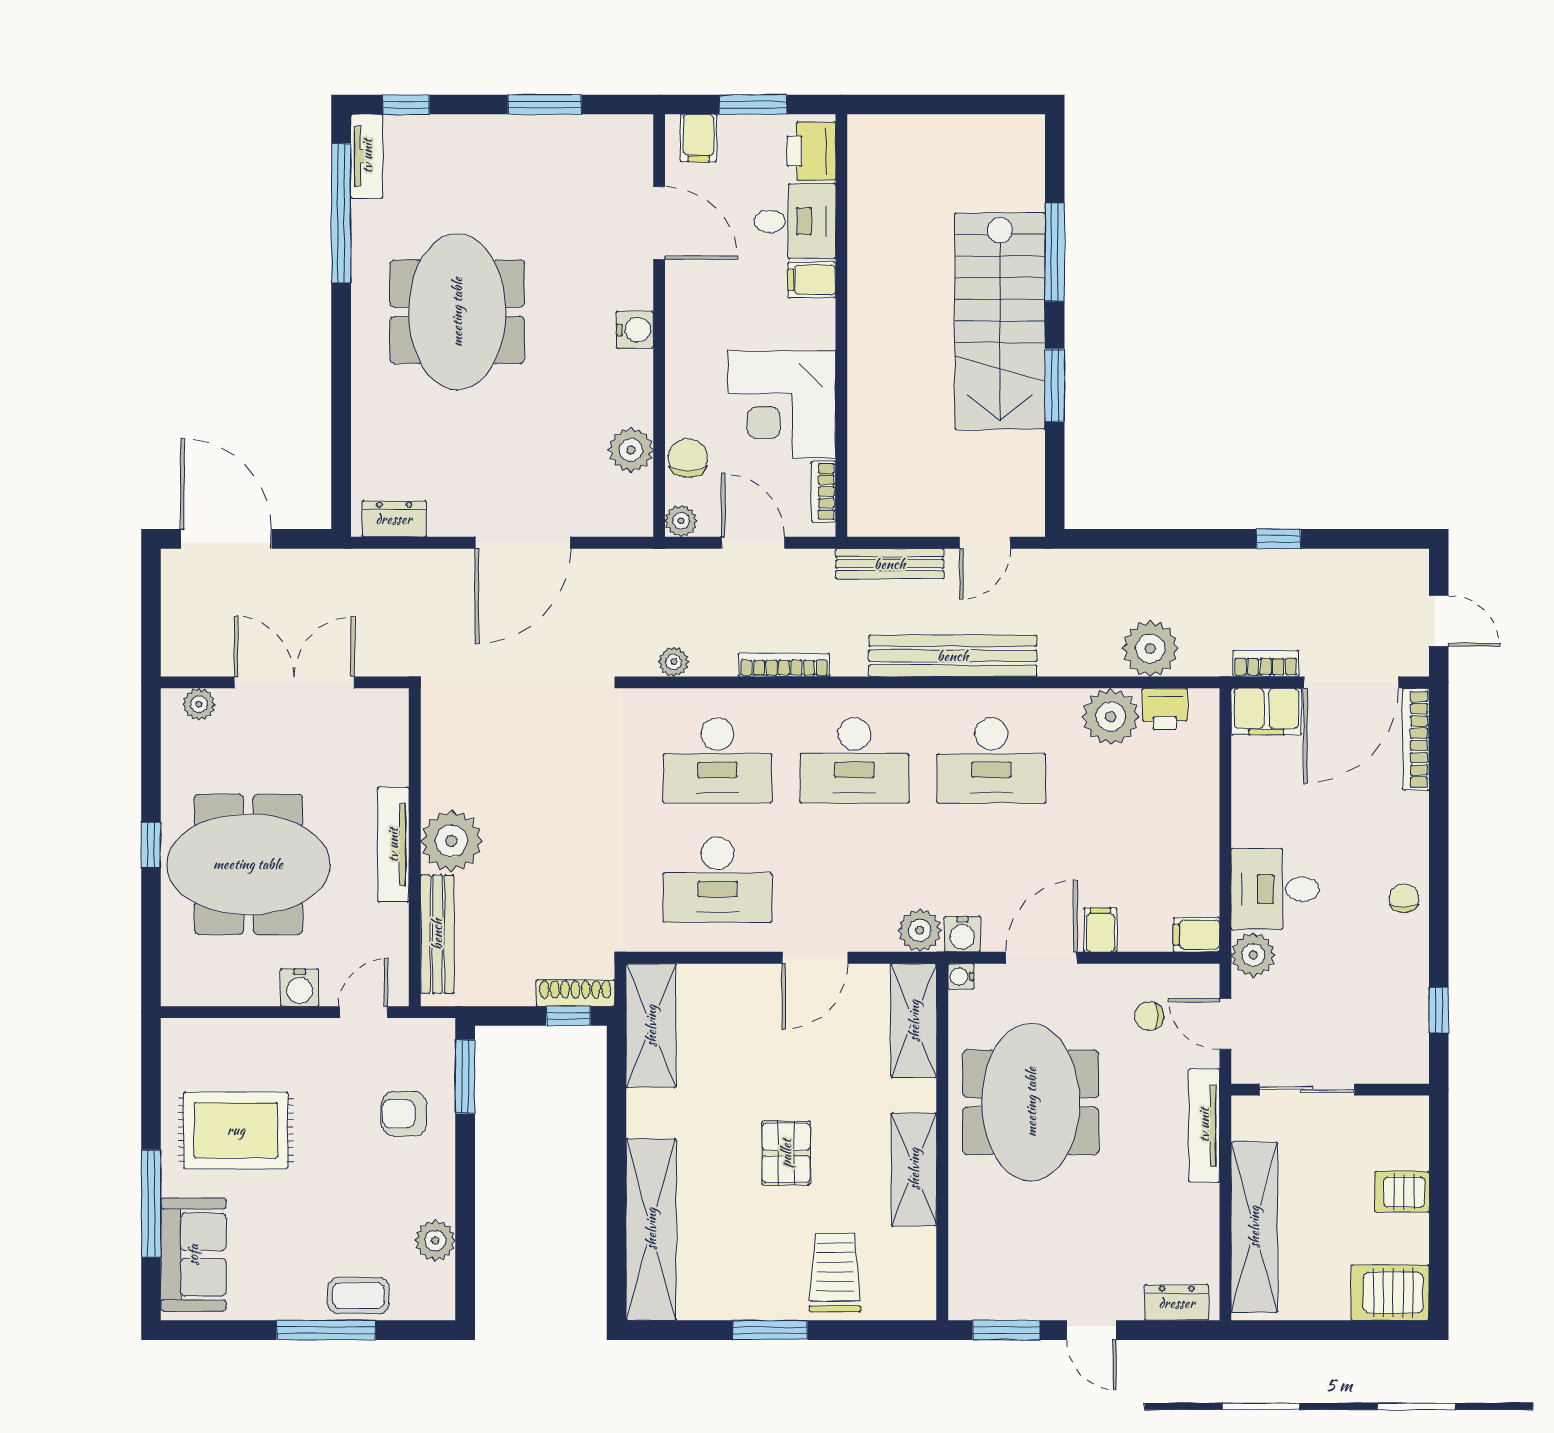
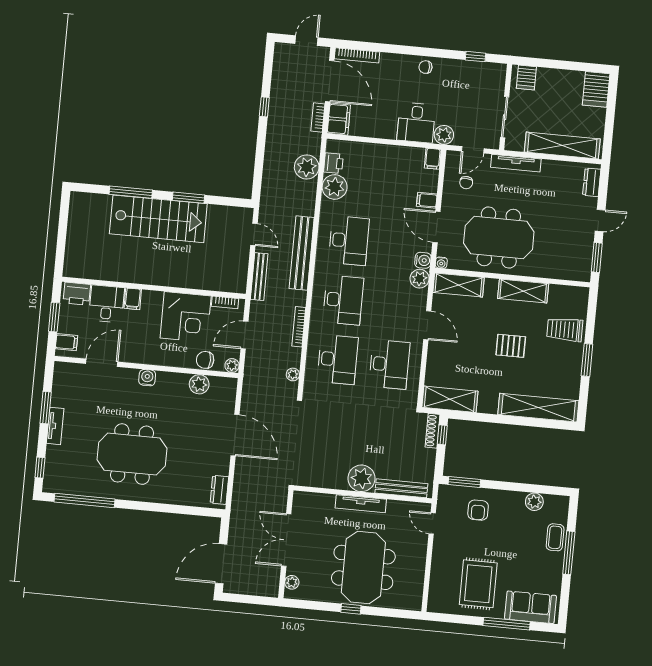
tv unit: (367, 156) -> (55, 426), moved, turned 90
water cooler: (300, 987) -> (419, 550), removed
server rack: (1402, 1192) -> (526, 78), moved

